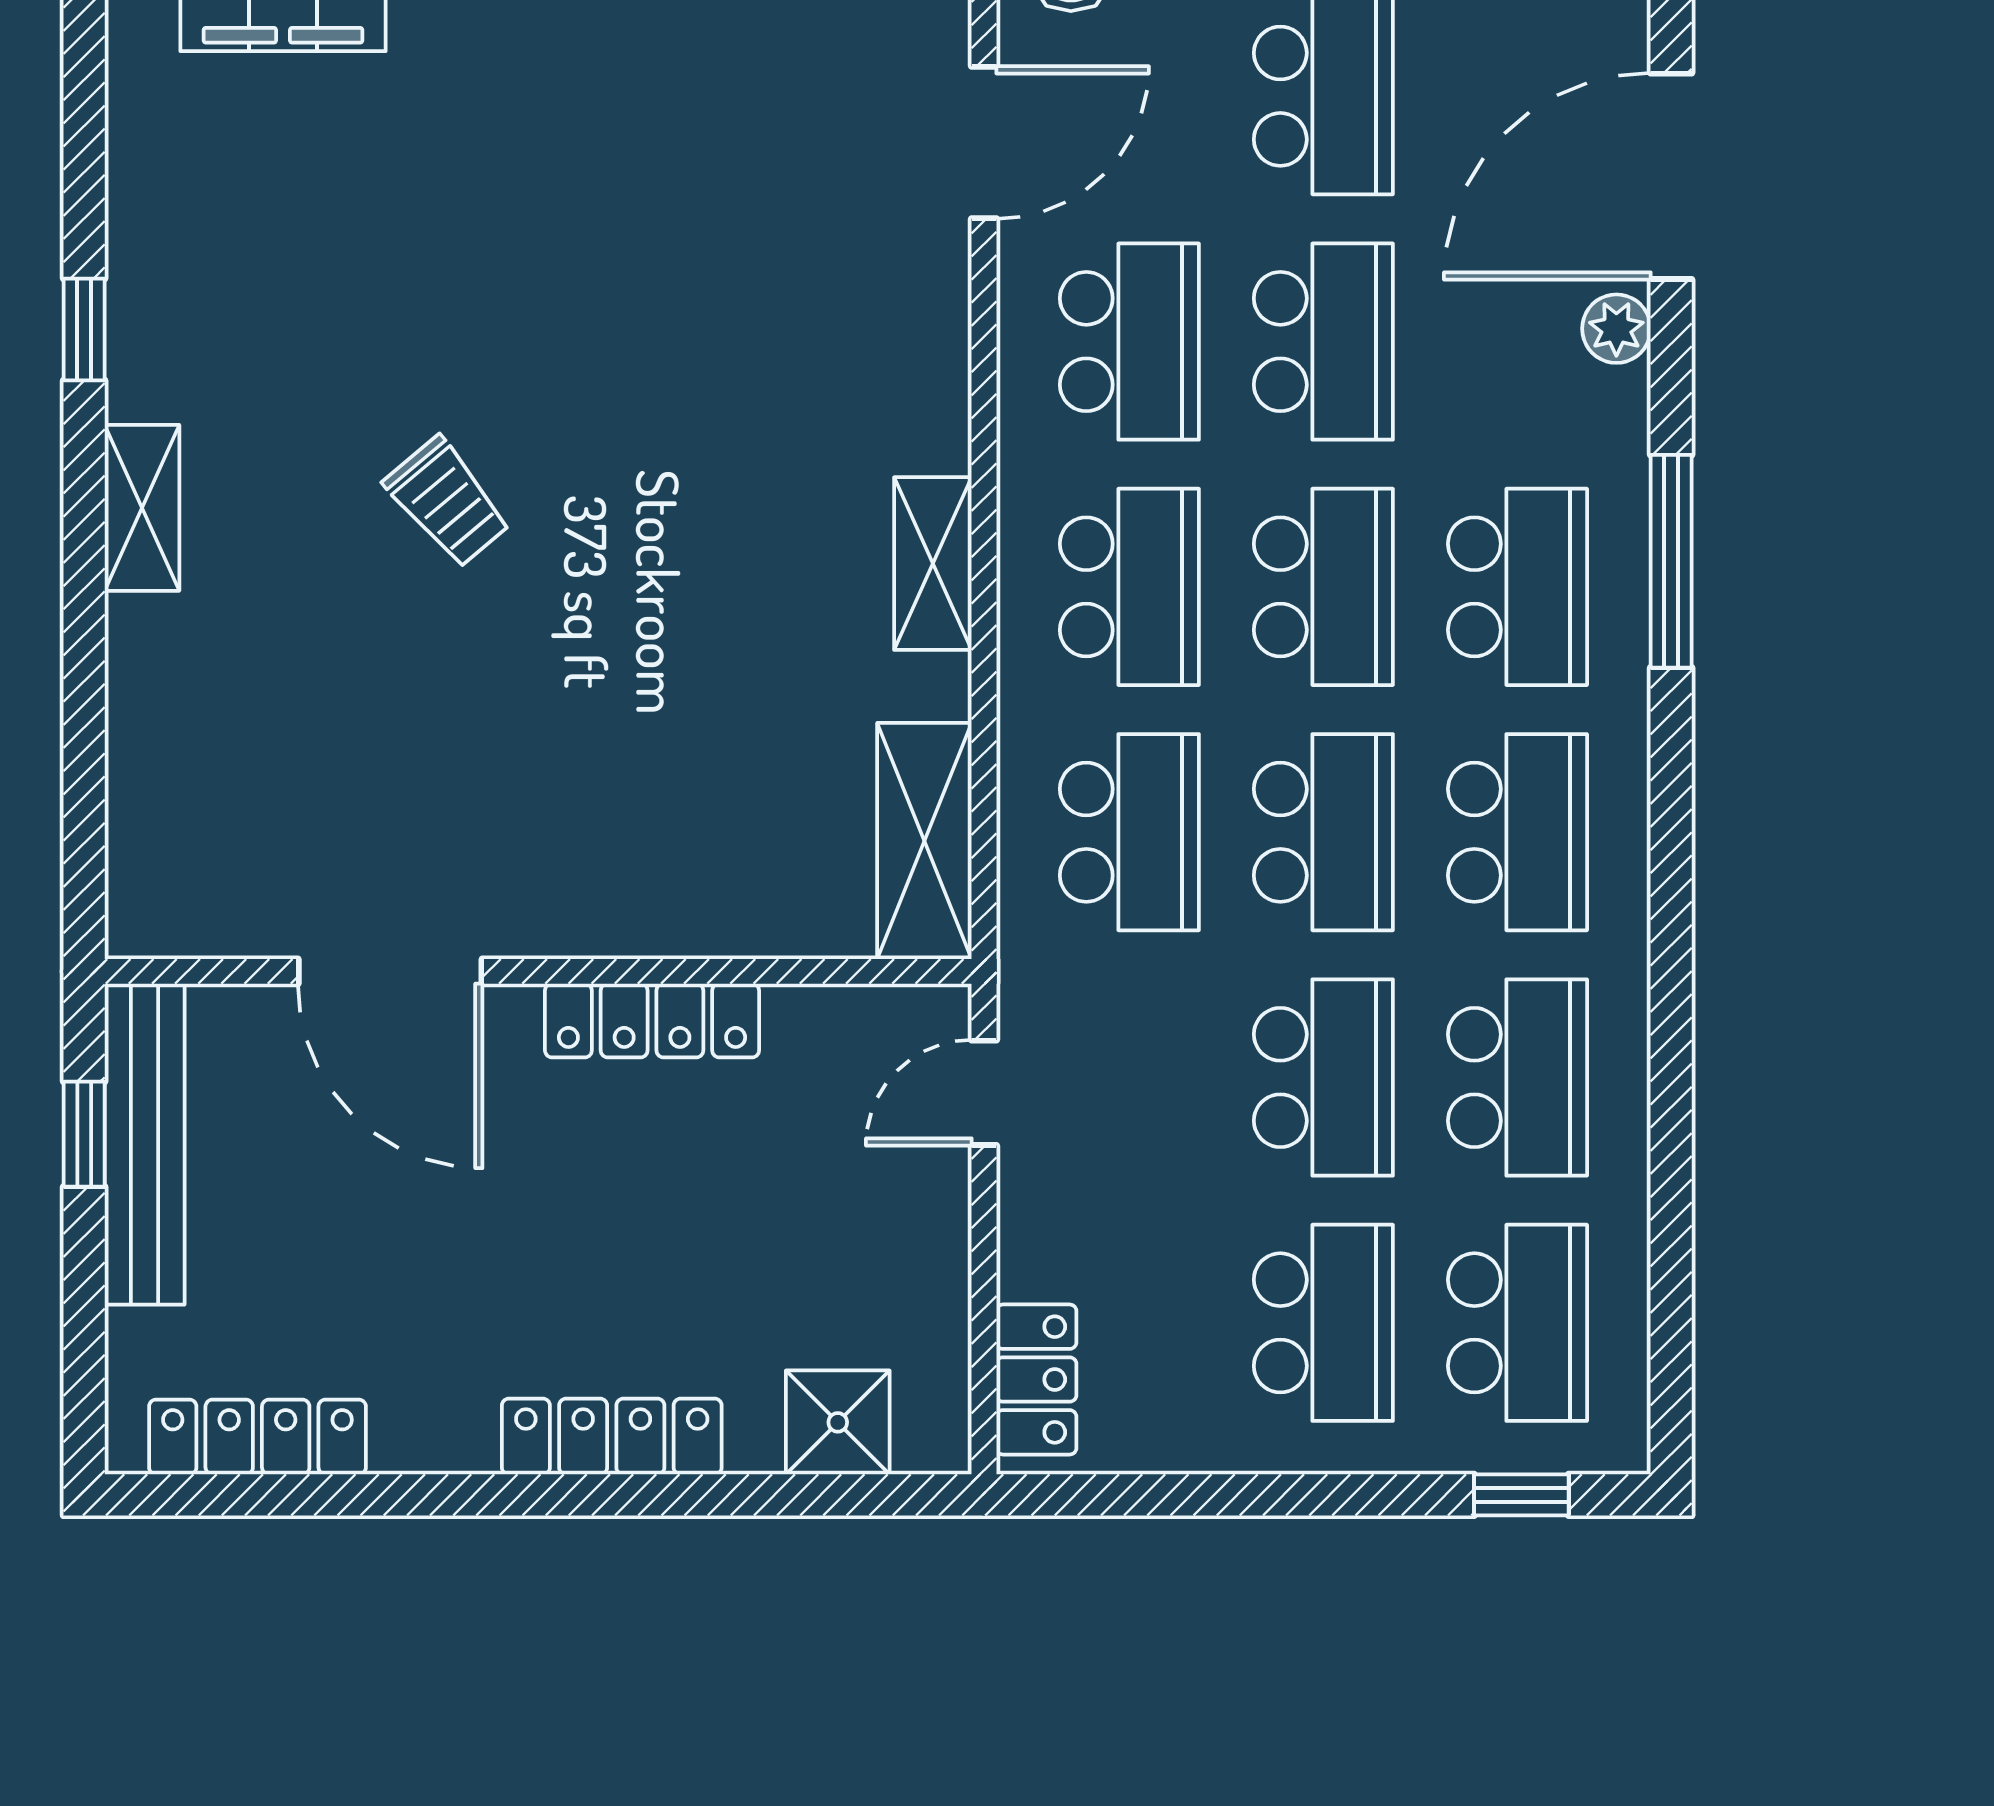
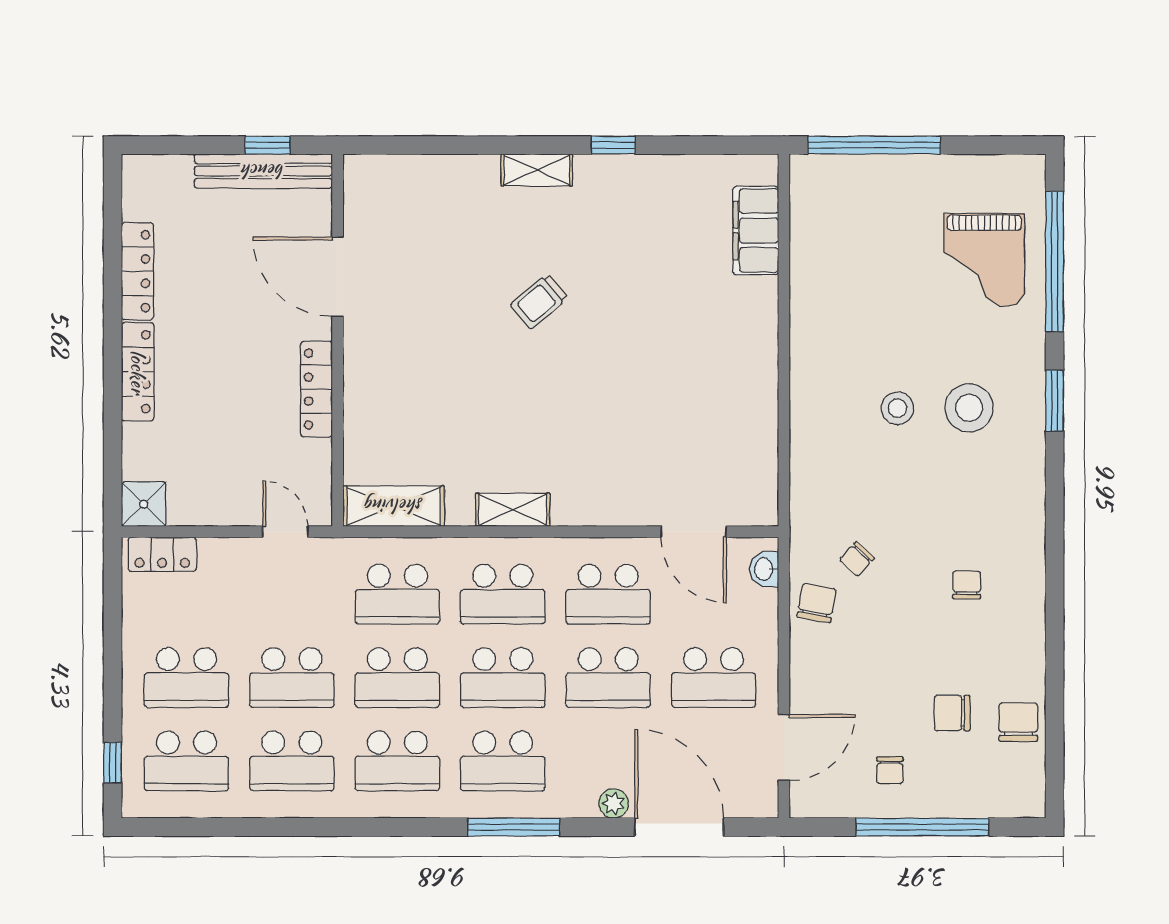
door: (390, 971) -> (338, 277), hinge flipped
shower: (838, 1422) -> (144, 504), moved
locker: (257, 1437) -> (137, 271), moved

